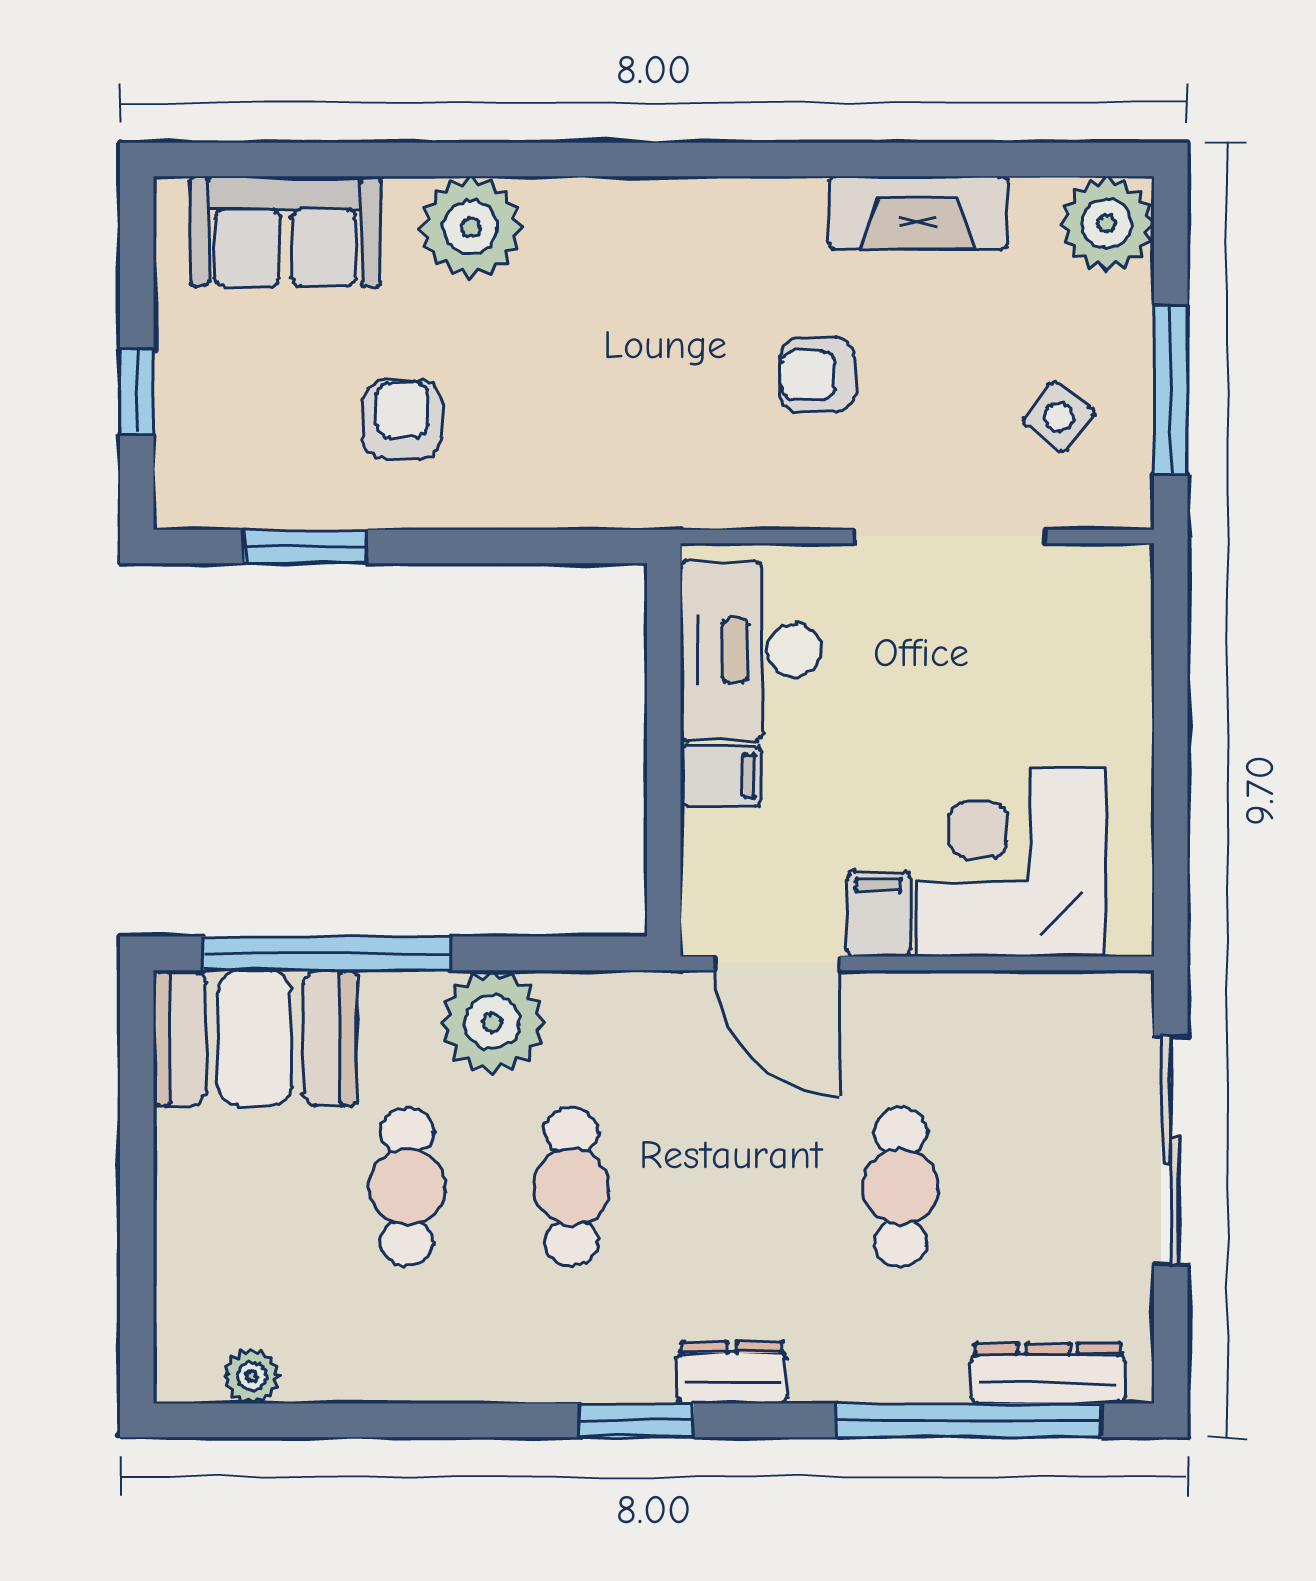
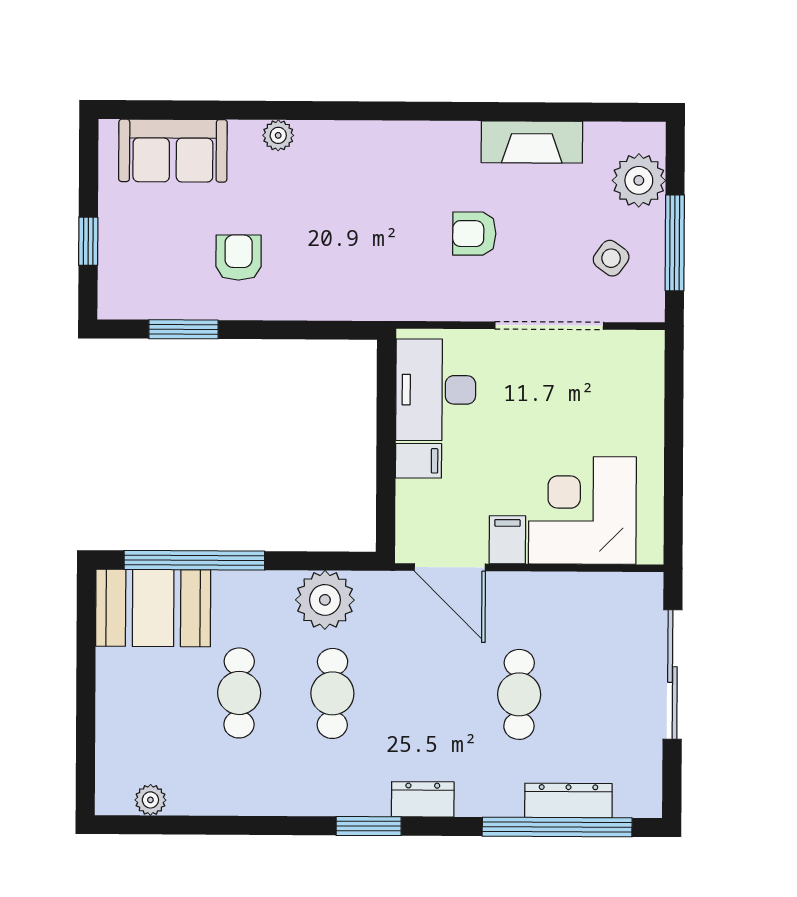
plant: (1107, 223) -> (639, 180), moved
plant: (471, 227) -> (278, 135), width x0.53, depth x0.53
plant: (492, 1022) -> (325, 600), moved
dresser: (1048, 1374) -> (568, 801), moved

